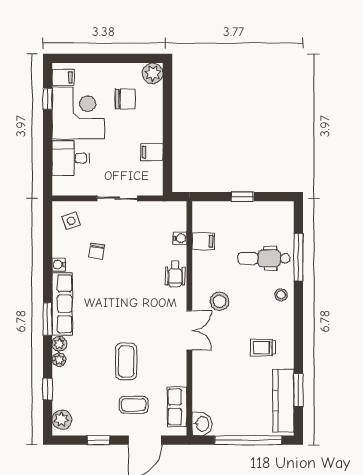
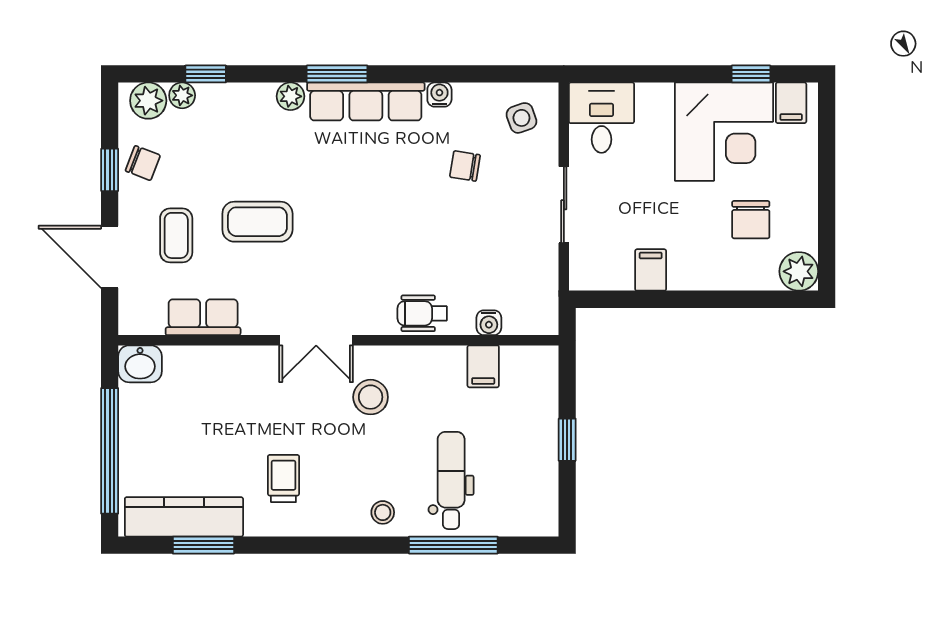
desk: (71, 158) -> (601, 118), moved
plant: (59, 360) -> (182, 95), moved
row of seats: (177, 407) -> (203, 317), moved
chair: (95, 423) -> (143, 163), added

